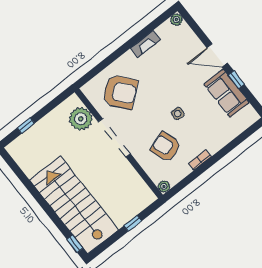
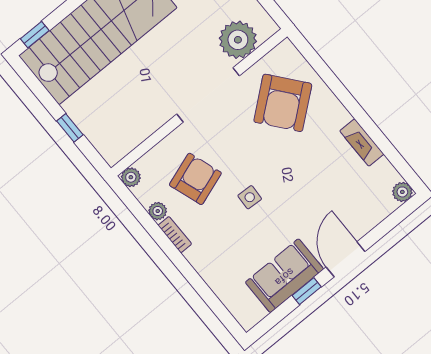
plant: (185, 170) -> (158, 211), added

